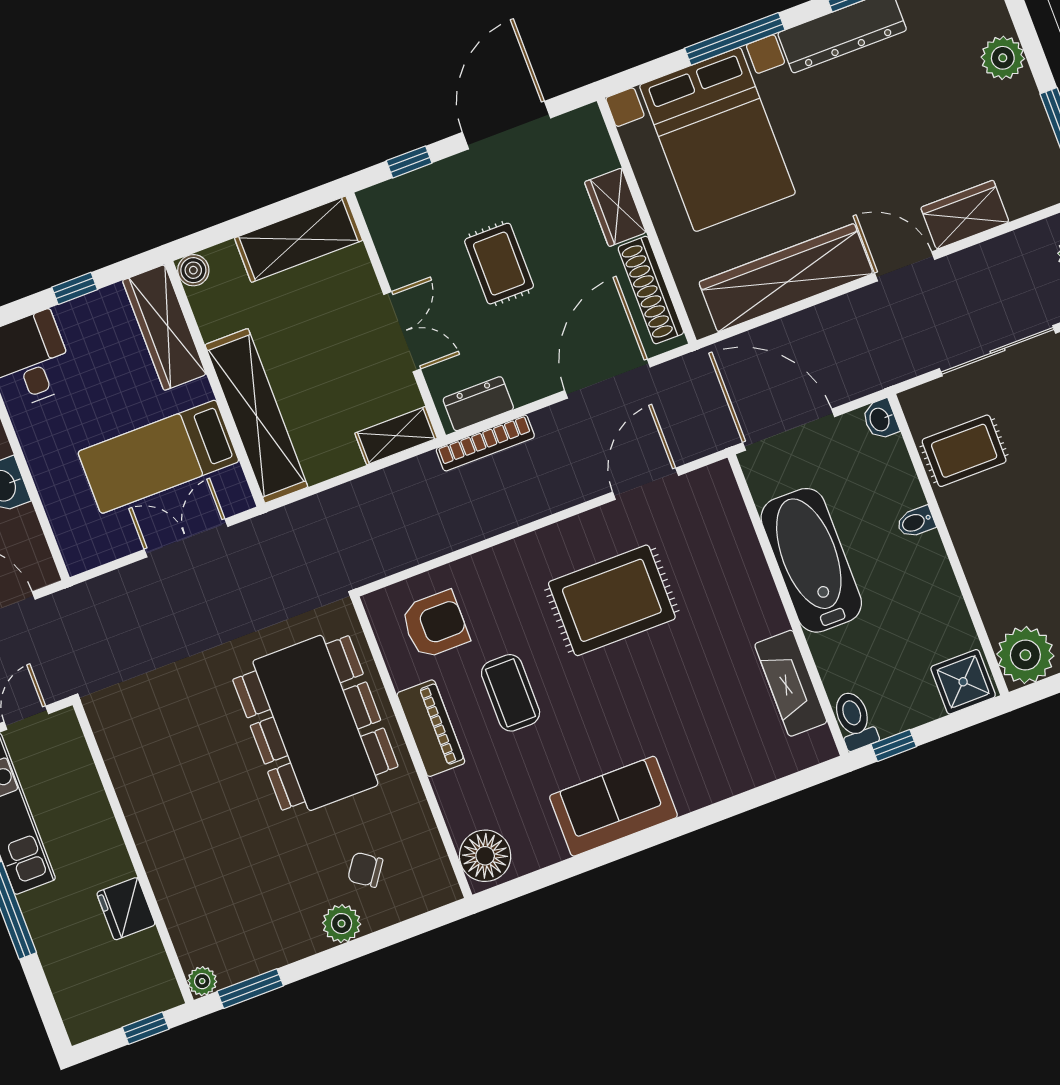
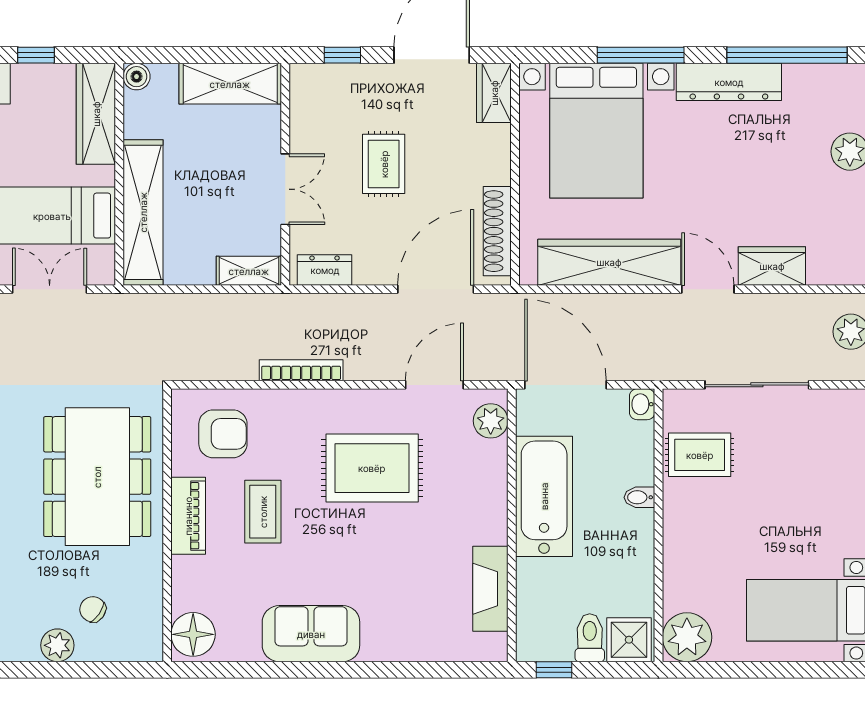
wardrobe: (615, 207) -> (494, 93), moved
bookcase: (485, 443) -> (301, 370), moved, turned 180
plant: (722, 500) -> (491, 421), added
toilet: (854, 720) -> (590, 638), moved

